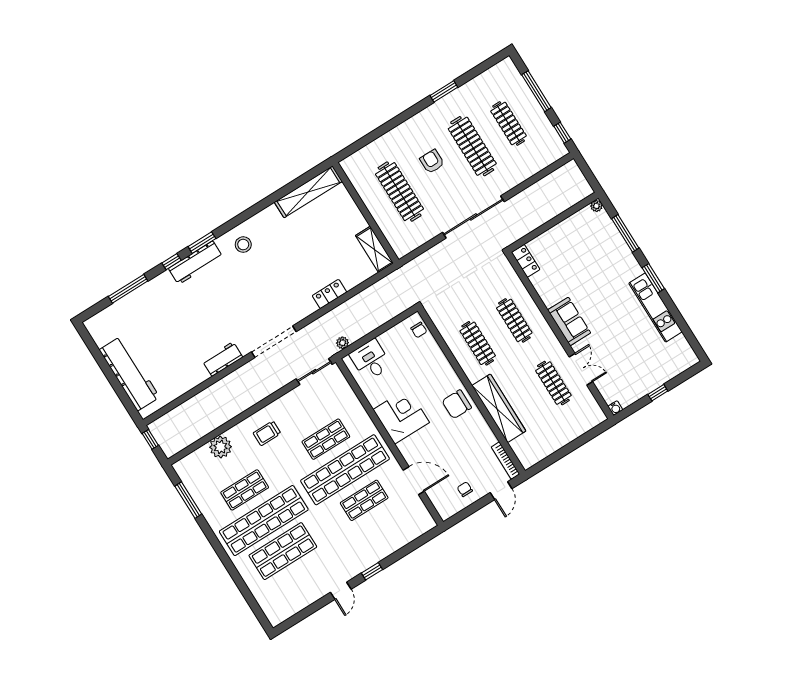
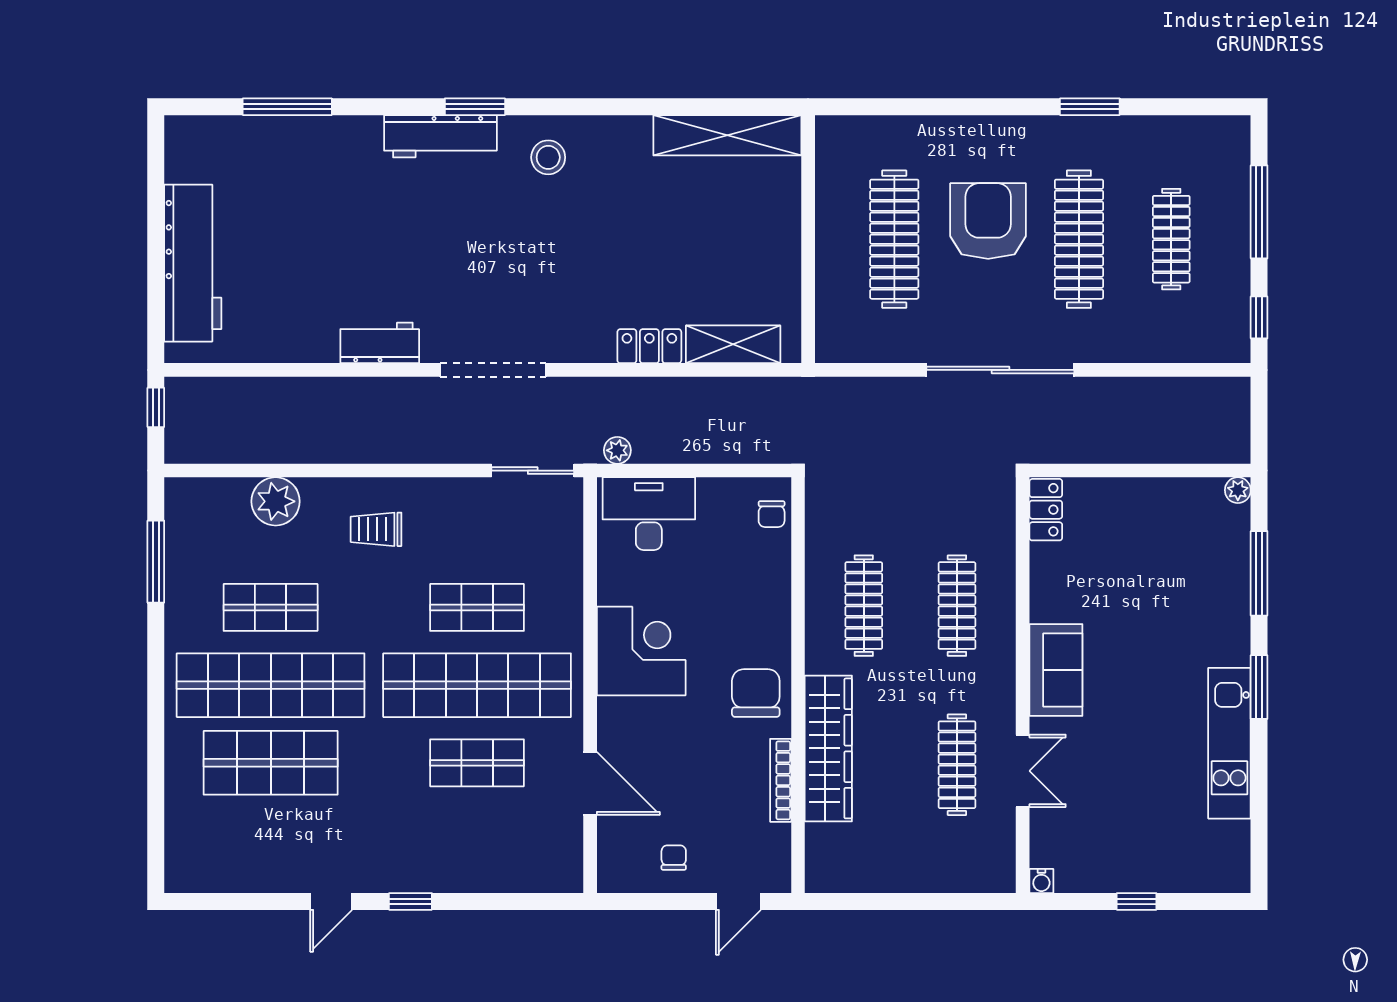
armchair: (432, 161) -> (988, 221), width x1.88, depth x1.88
shelving: (374, 249) -> (733, 344), moved, turned 90
window: (171, 262) -> (398, 107), removed
desk: (370, 360) -> (649, 514), width x1.37
chair: (457, 404) -> (756, 693), turned 90
bookcase: (505, 461) -> (781, 780), moved

